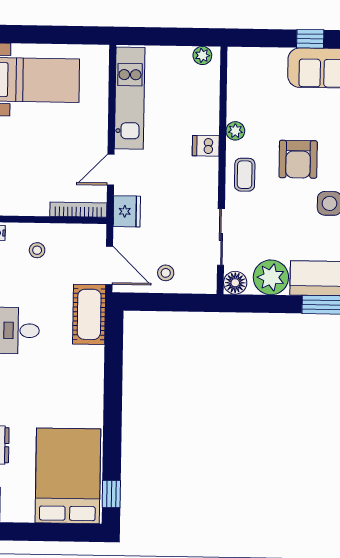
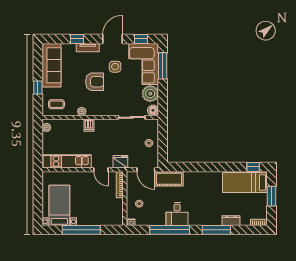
window: (310, 39) -> (38, 87), moved
coffee table: (245, 175) -> (56, 104), moved
door: (109, 265) -> (146, 170), swing flipped
bed: (68, 476) -> (245, 183), width x0.67
window: (49, 532) -> (272, 196), added

